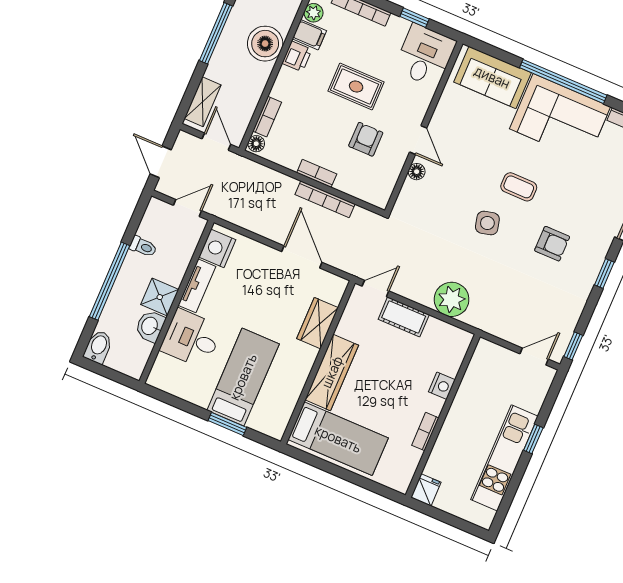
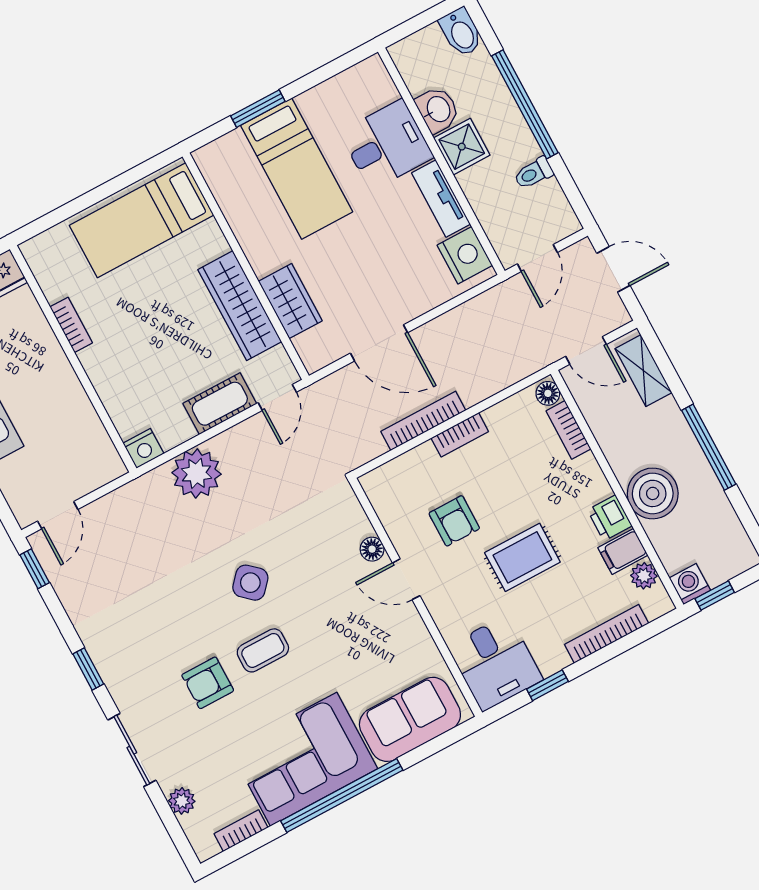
side table: (487, 223) -> (250, 583), turned -34
armchair: (552, 244) -> (208, 683), moved
wardrobe: (332, 372) -> (240, 306), moved
nightstand: (442, 386) -> (143, 448), moved, turned -90

